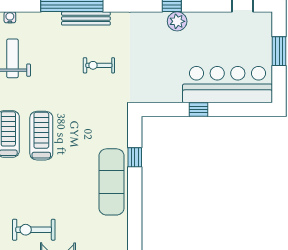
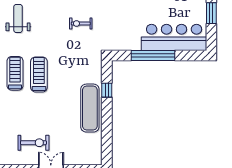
window: (198, 110) -> (153, 56), width x3.17
exercise bike: (34, 230) -> (33, 143), turned 180

